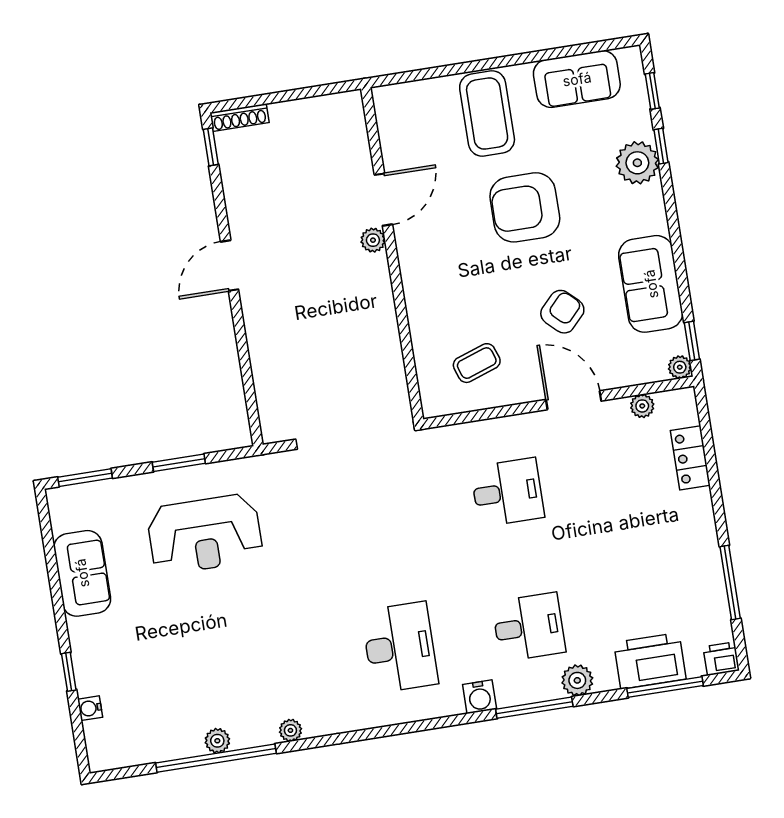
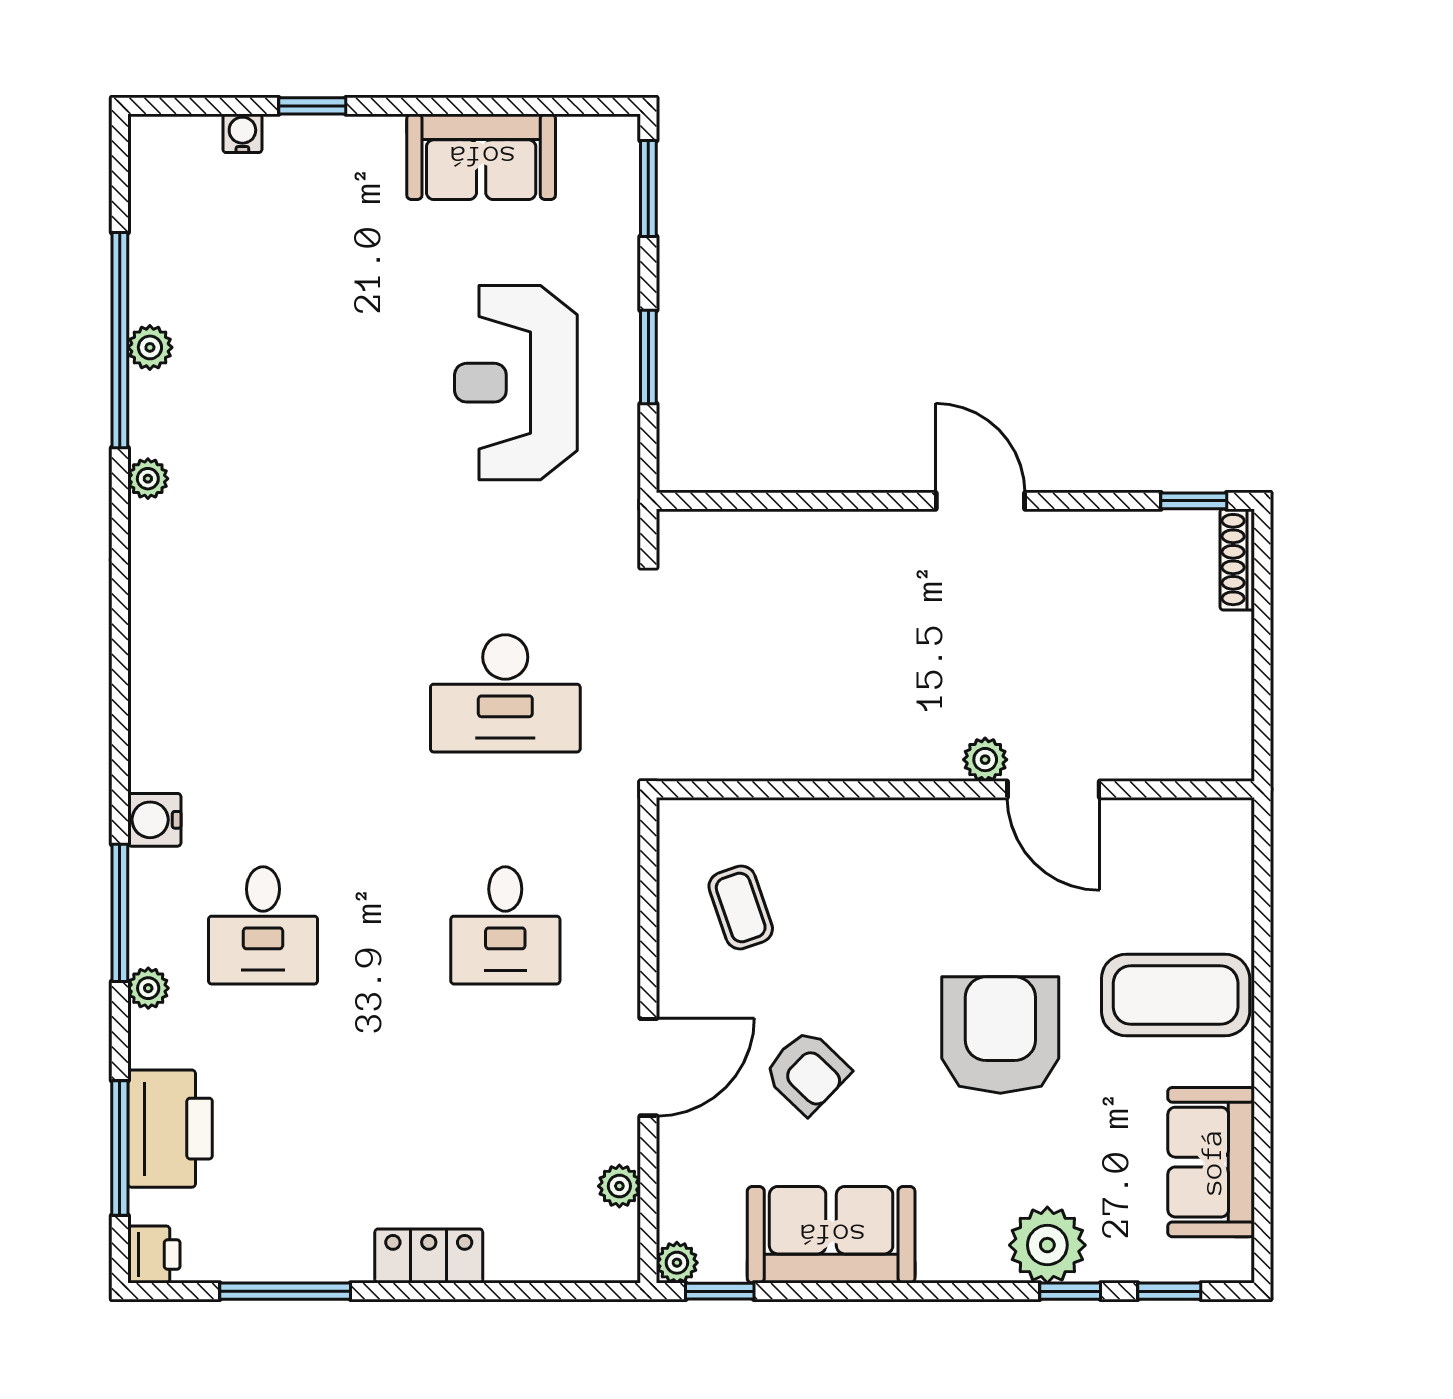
locker: (690, 458) -> (429, 1256), moved
desk: (400, 647) -> (505, 693), moved
plant: (577, 680) -> (148, 988), width x0.73, depth x0.73

